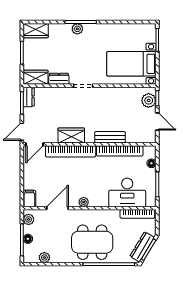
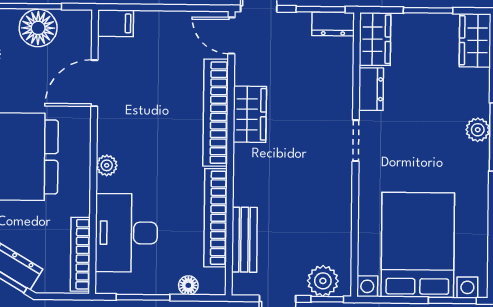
bed with nightstands: (131, 64) -> (418, 245), width x1.36
bench: (110, 137) -> (244, 240), moved
plant: (84, 202) -> (107, 165), moved
door: (58, 208) -> (94, 83), swing flipped
plant: (29, 219) -> (71, 21), removed
floor lamp: (28, 239) -> (38, 28), width x1.89, depth x1.89

